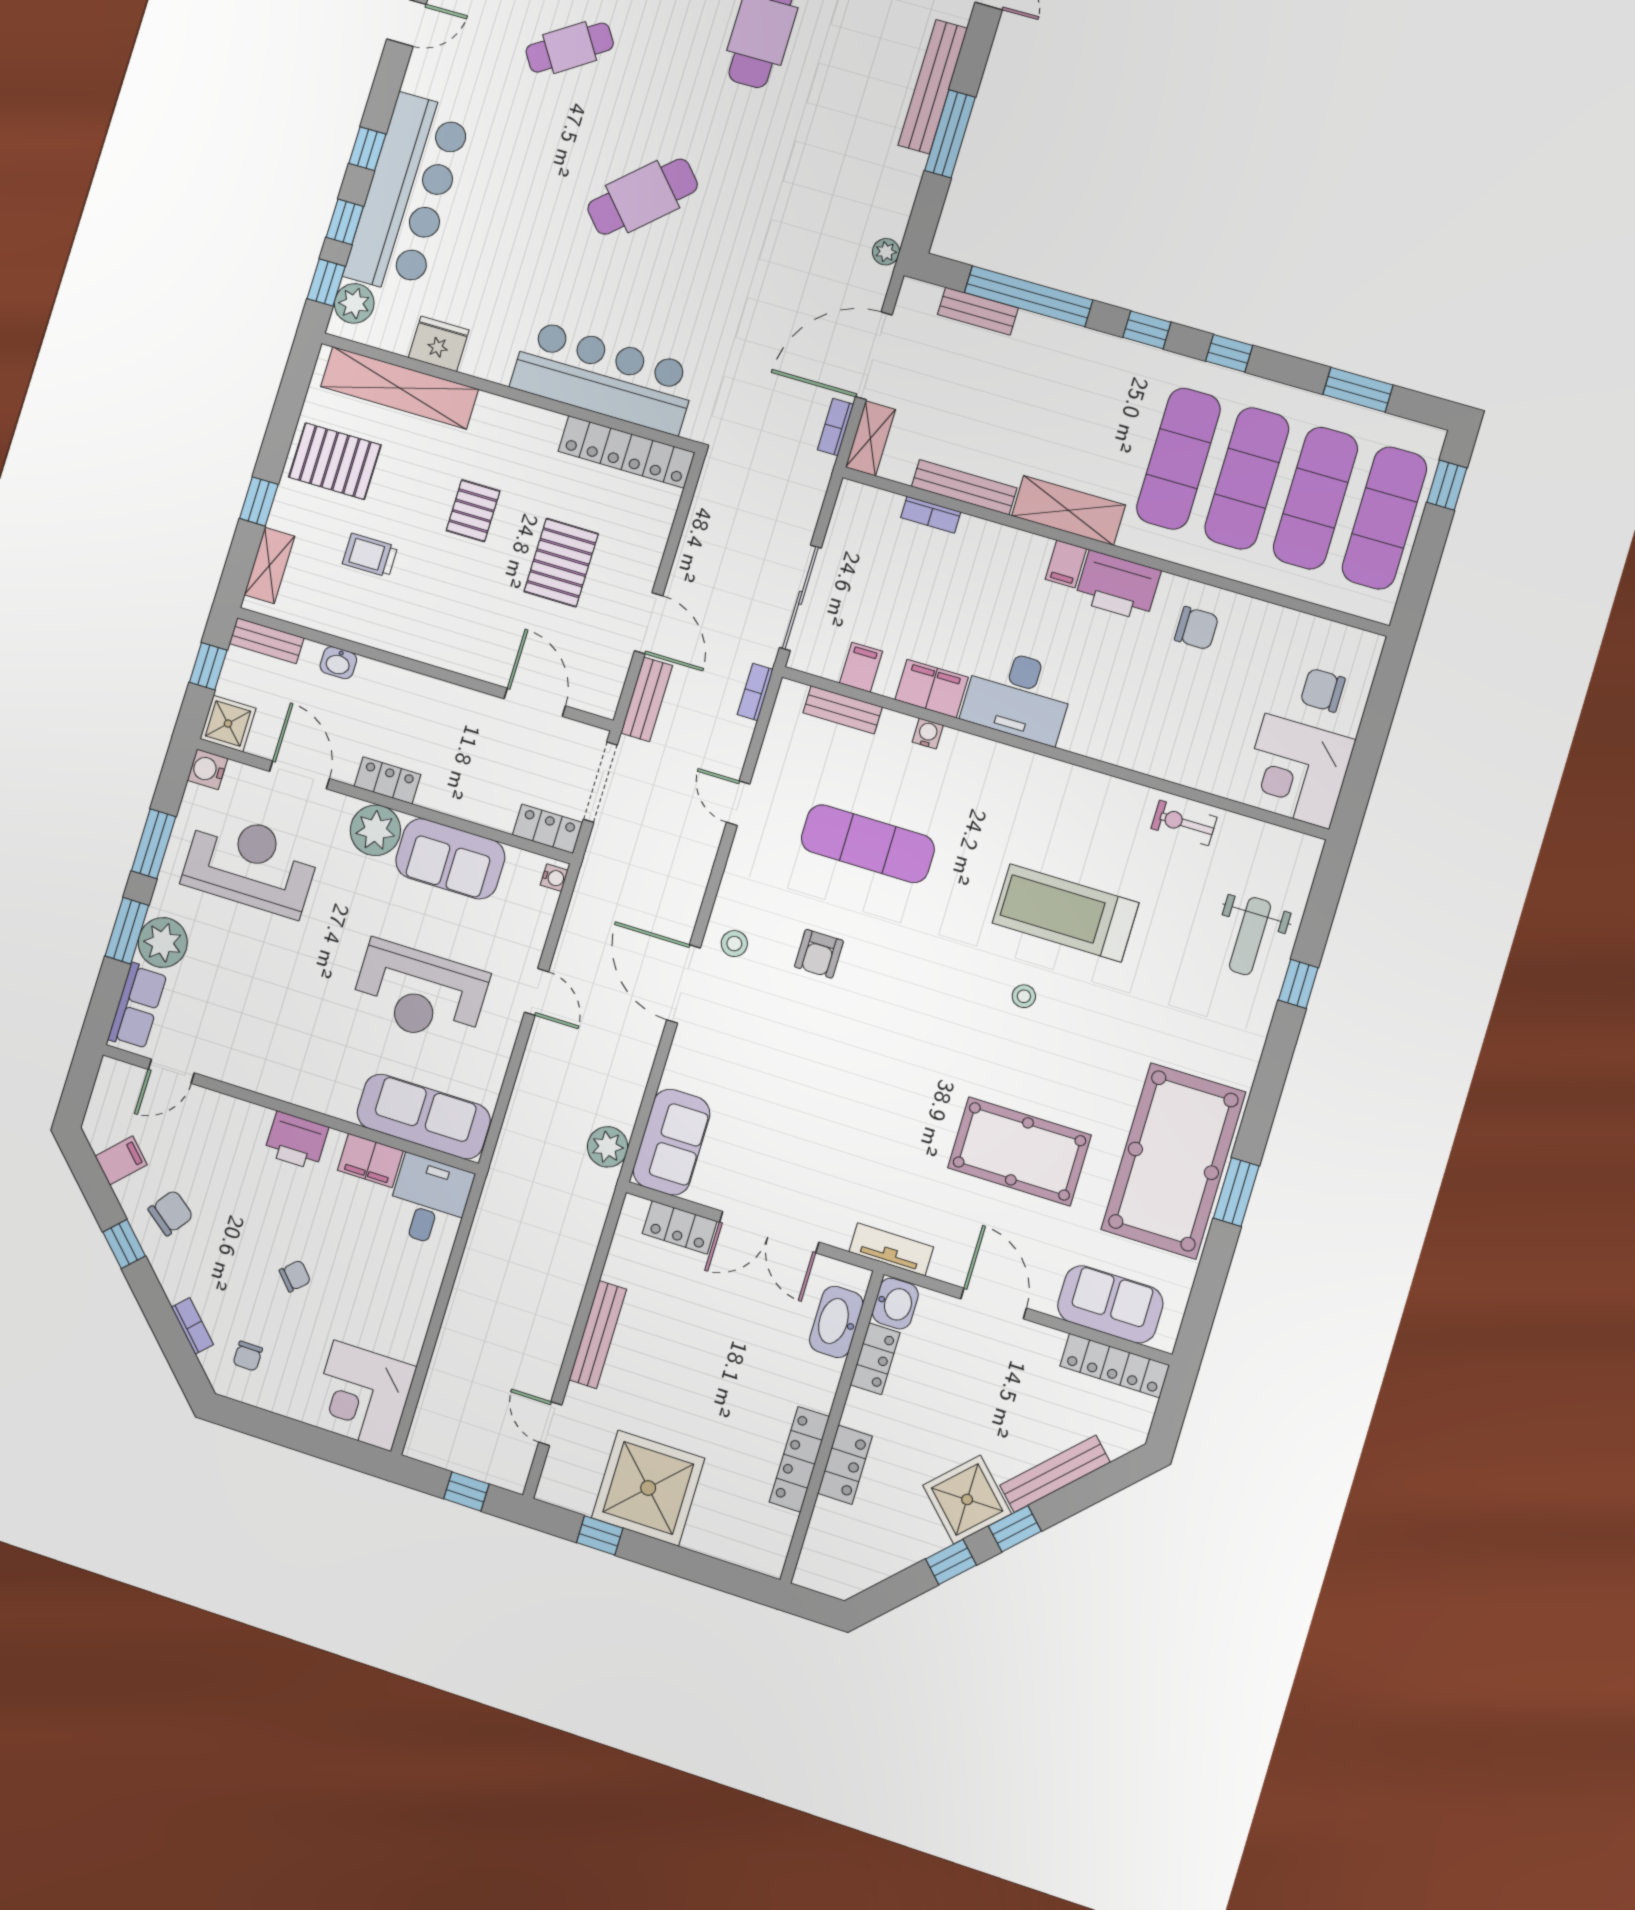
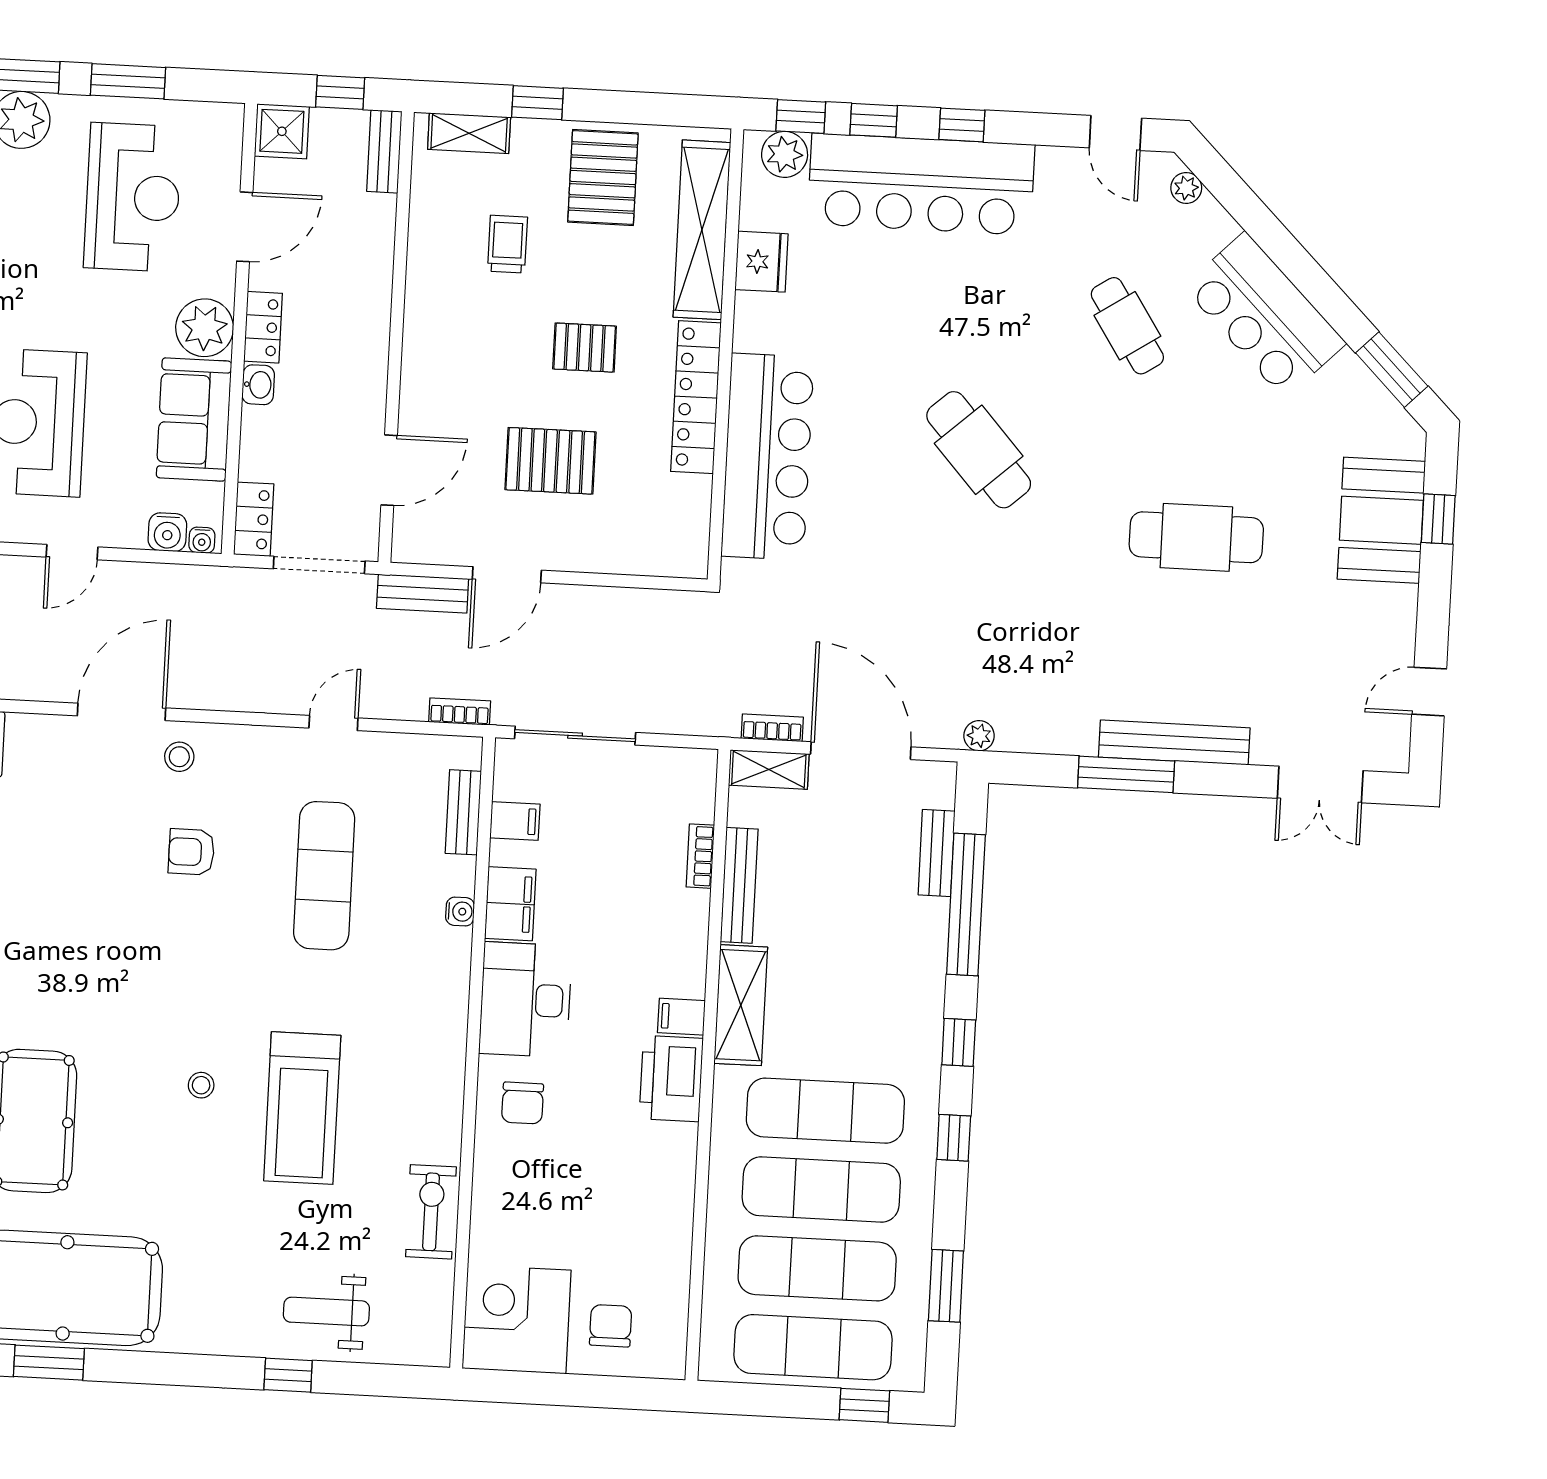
locker: (626, 452) -> (696, 397), moved
chair: (1197, 628) -> (523, 1103), moved
washbasin: (338, 663) -> (258, 385), moved, turned 180
water cooler: (207, 769) -> (167, 532), moved, turned 180
exercise bike: (1184, 823) -> (431, 1212), width x1.38, depth x1.39
treadmill: (1065, 913) -> (302, 1108), turned 180

